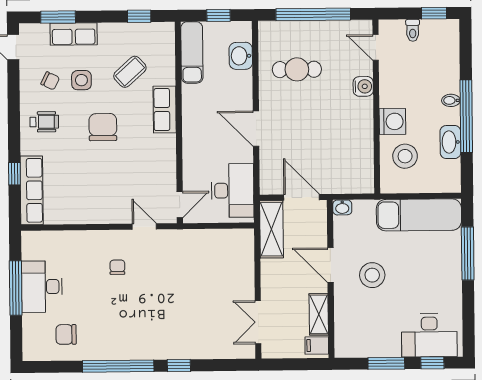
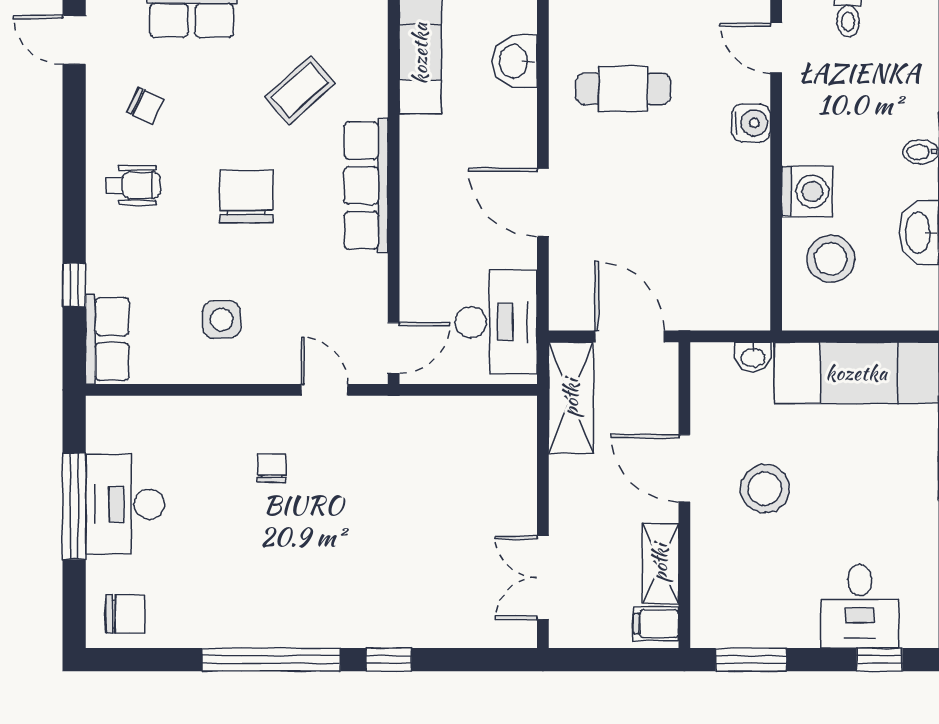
side table: (81, 80) -> (222, 319), moved
row of seats: (165, 109) -> (366, 185), width x1.48
row of seats: (32, 190) -> (107, 339), width x0.68
washbasin: (342, 207) -> (753, 357), moved
chair: (66, 334) -> (125, 614), moved, turned 180
desk: (429, 335) -> (860, 606), width x0.73
window: (386, 363) -> (751, 660), moved

